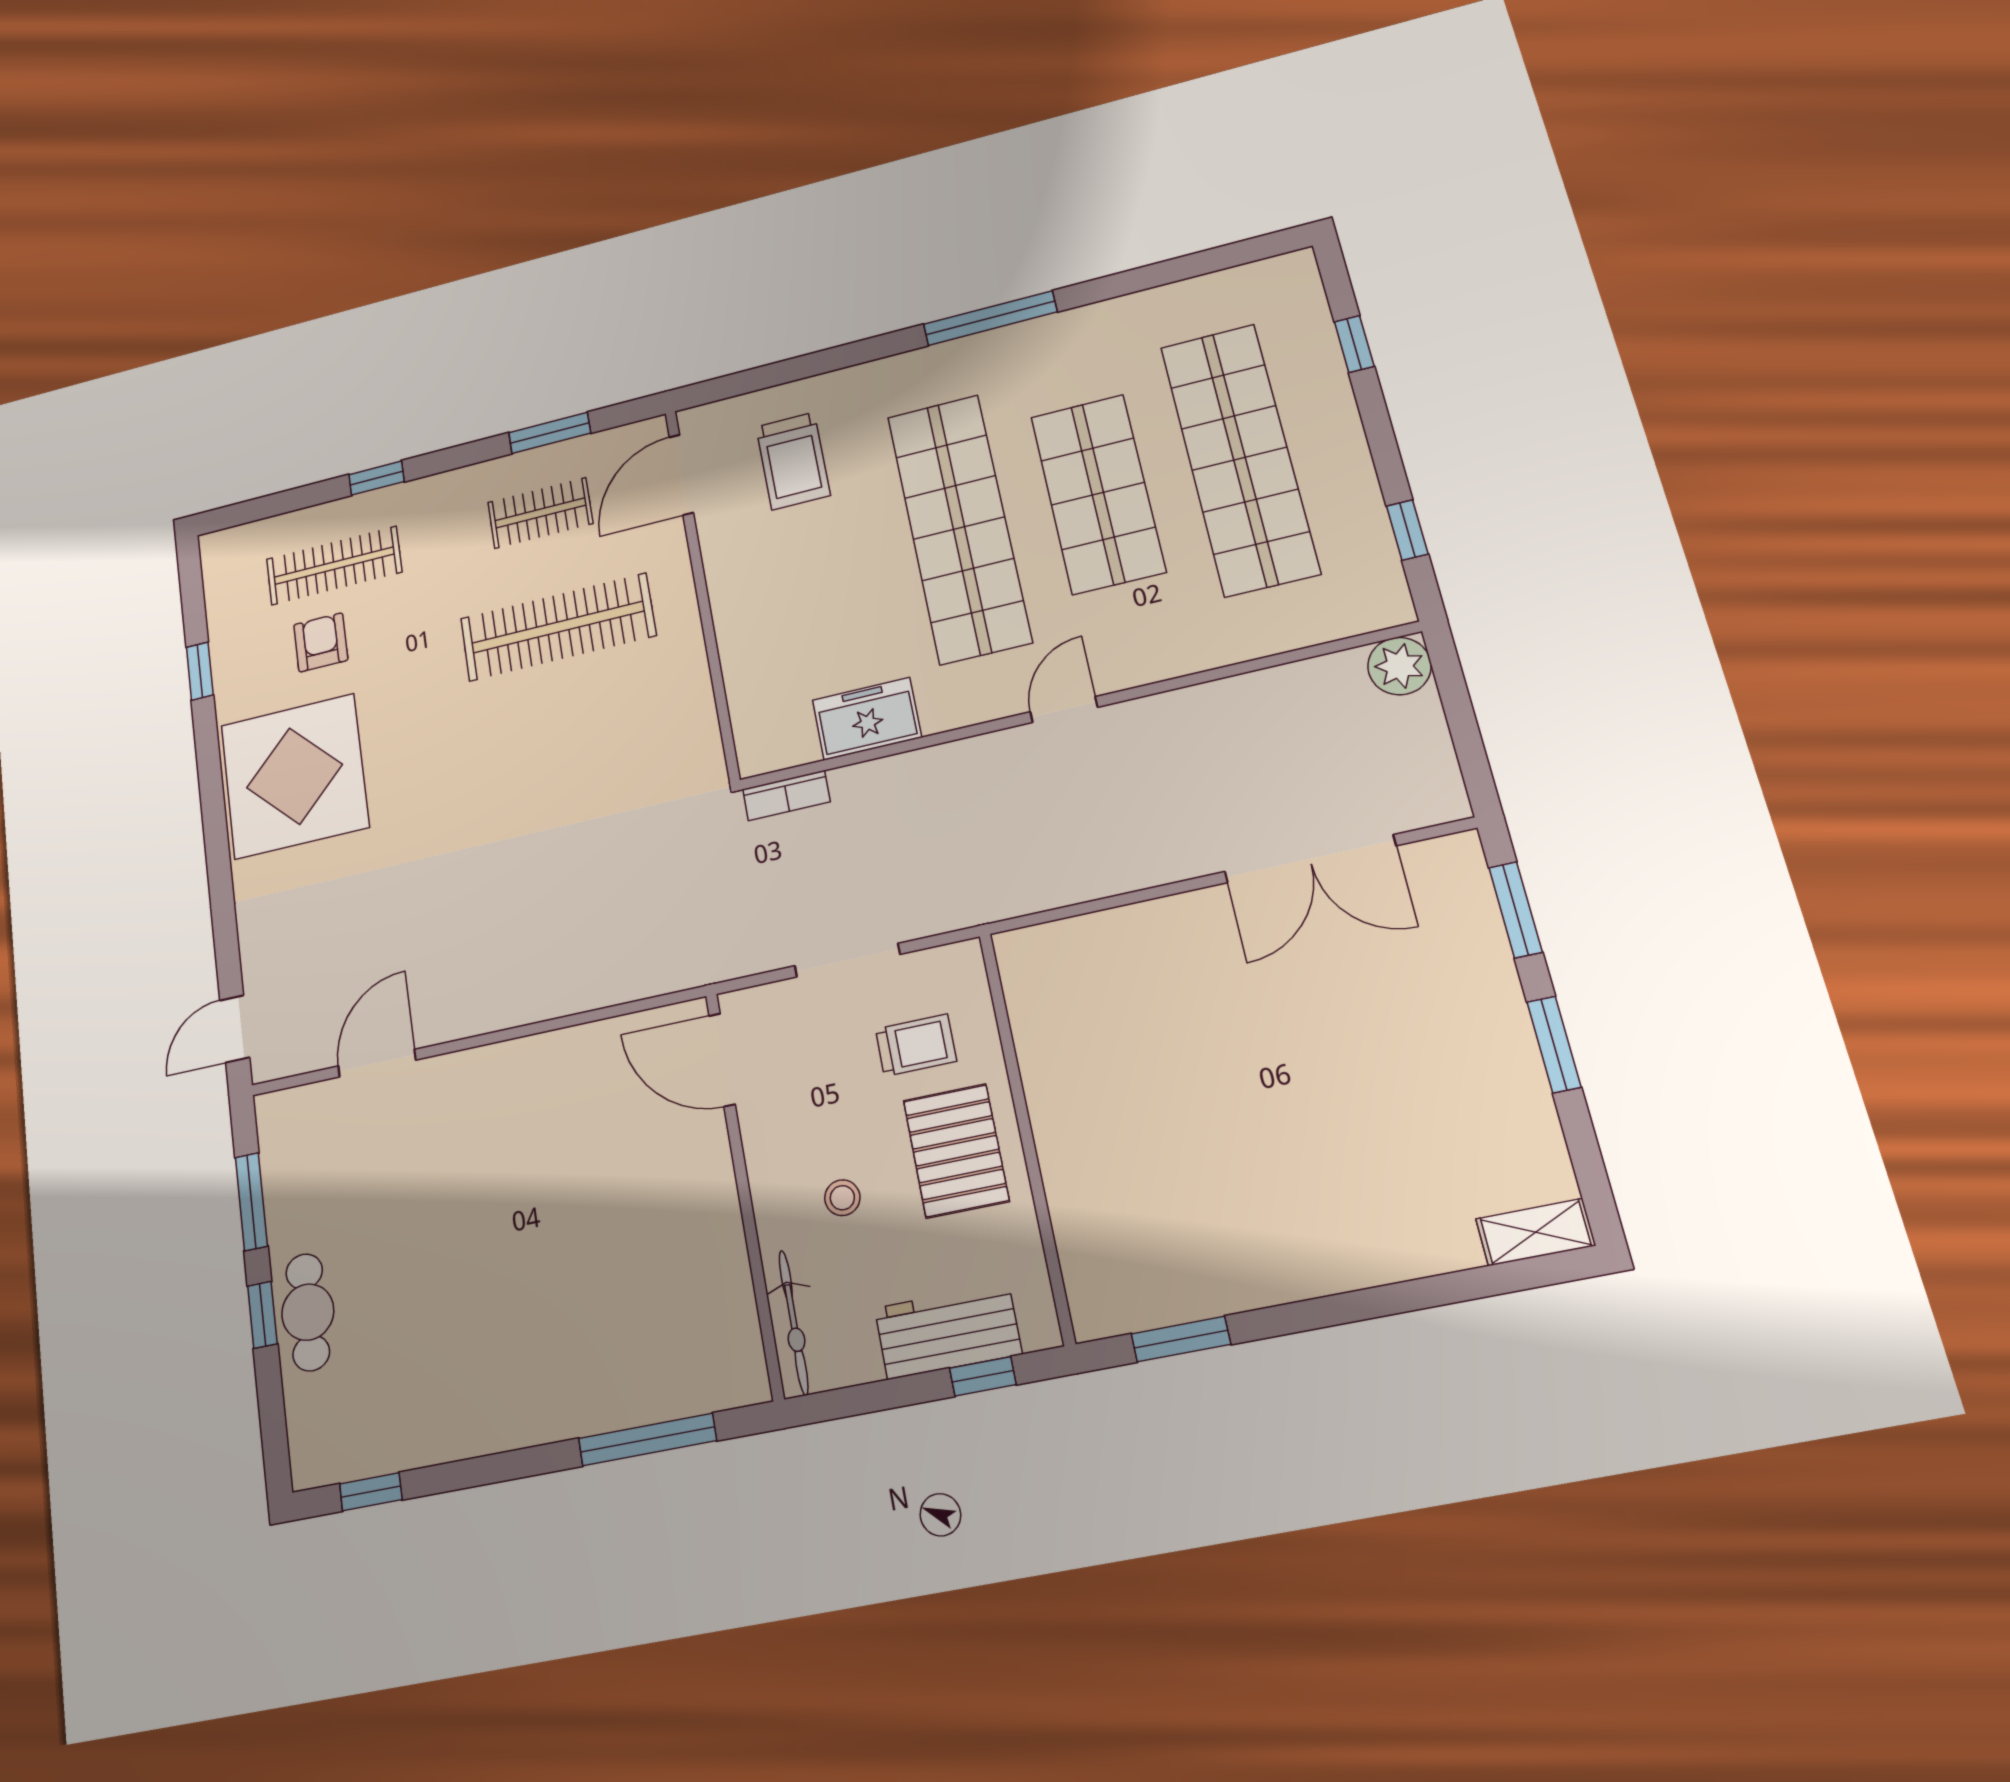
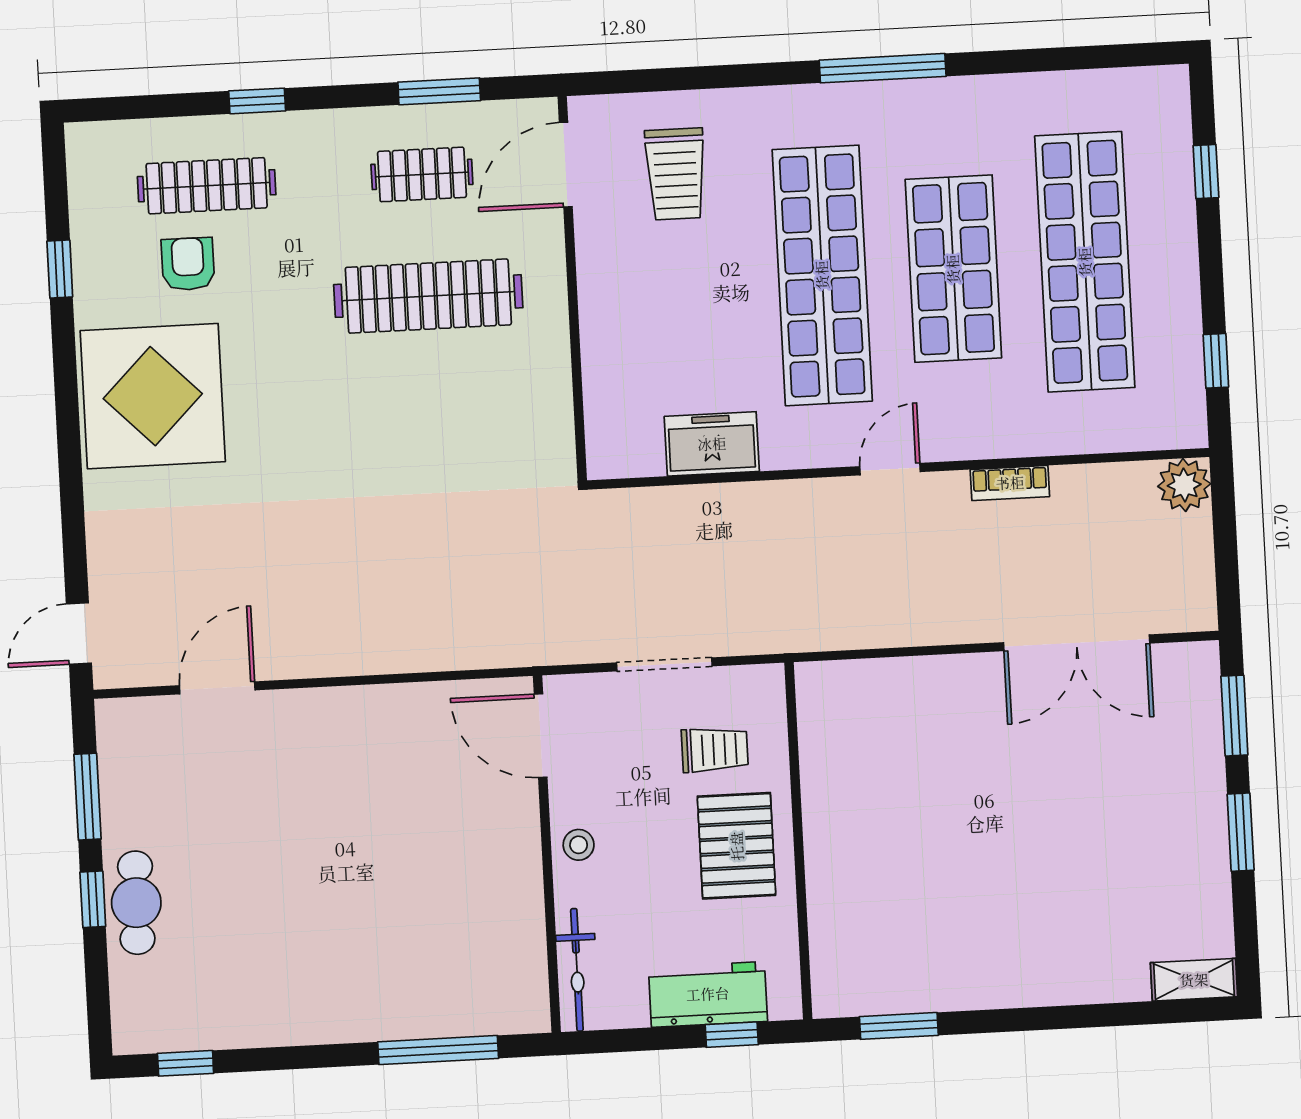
bookcase: (786, 795) -> (1010, 483), moved
stool: (842, 1198) -> (579, 845), moved

